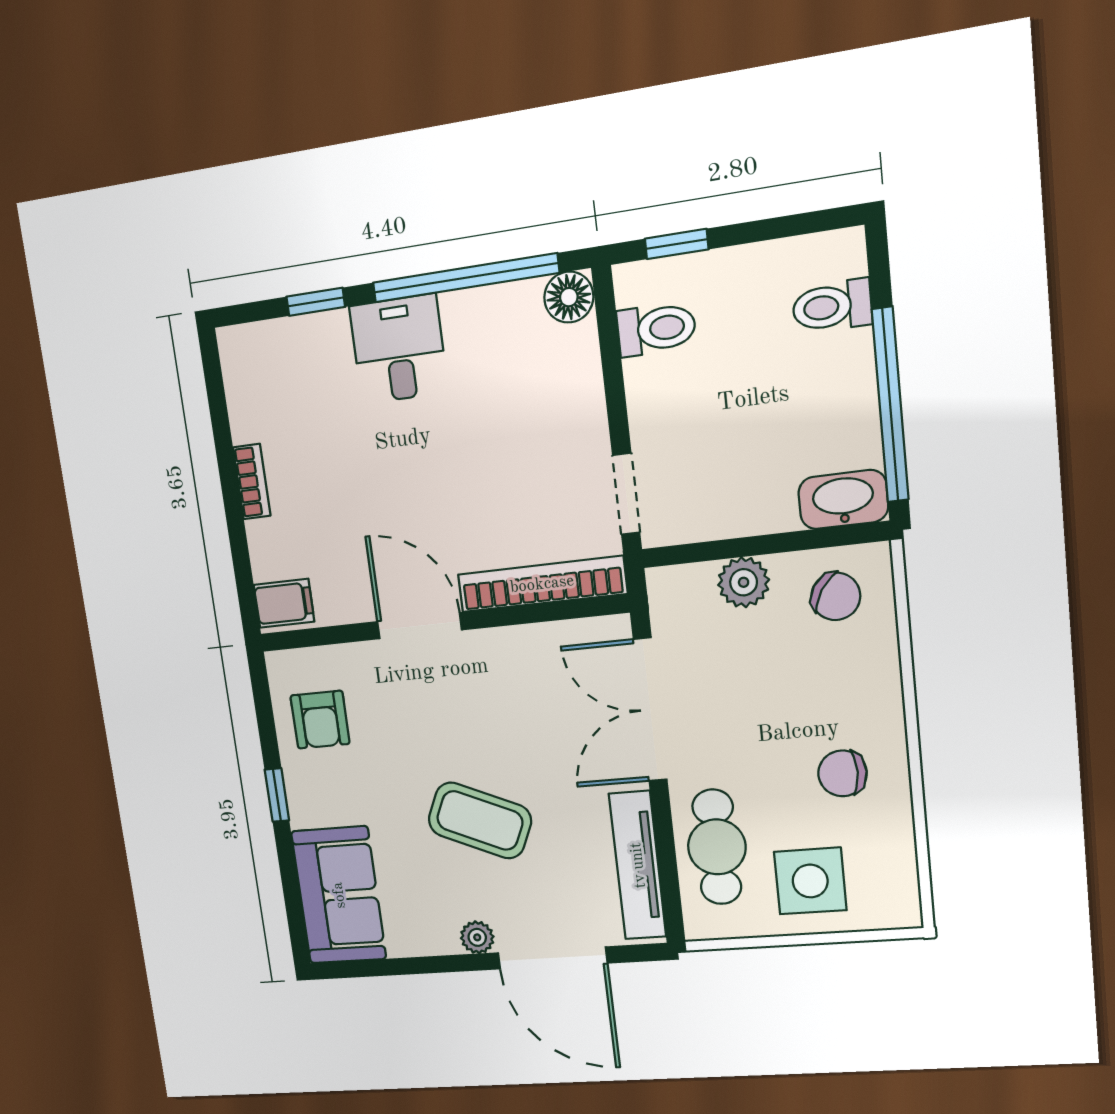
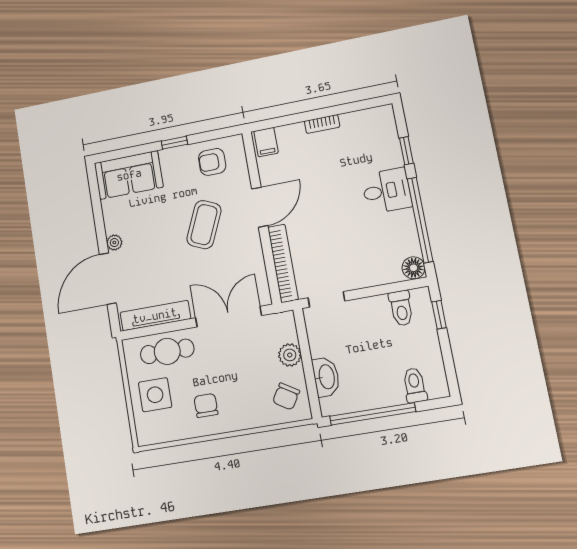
washbasin: (843, 500) -> (326, 377), moved
coffee table: (480, 820) -> (204, 225), moved

